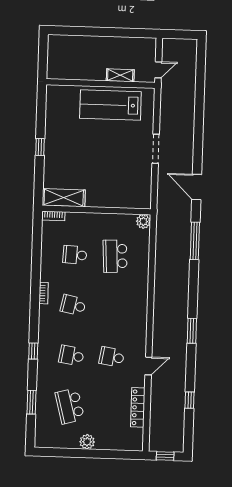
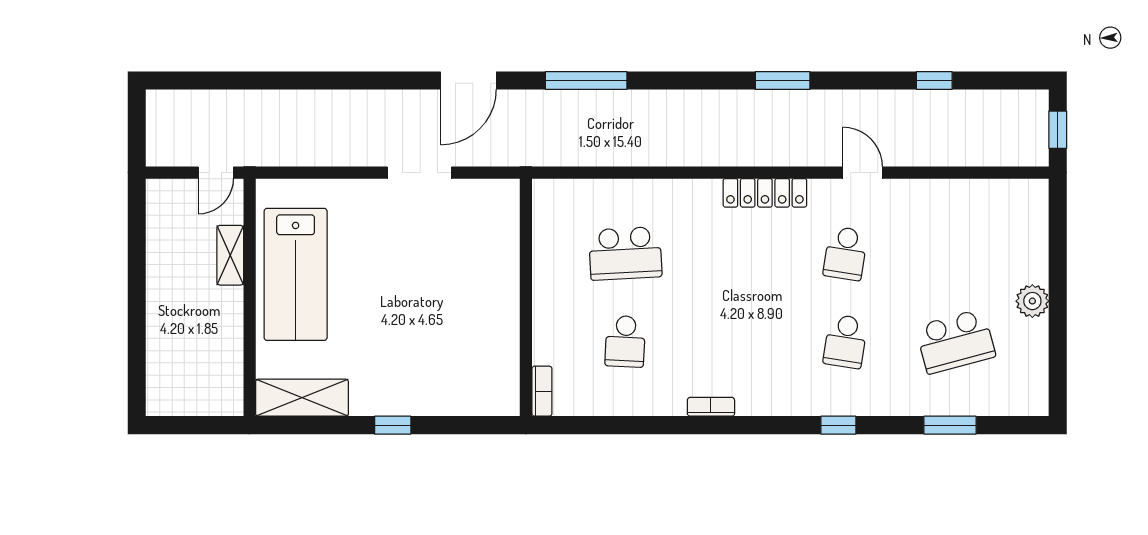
door: (158, 70) -> (216, 173), swing flipped
doorway: (156, 149) -> (419, 173), moved
shelving: (64, 198) -> (302, 398), moved, turned 90
plant: (143, 221) -> (548, 194), removed
school desk: (73, 305) -> (735, 341), removed
locker: (138, 407) -> (765, 193), moved

